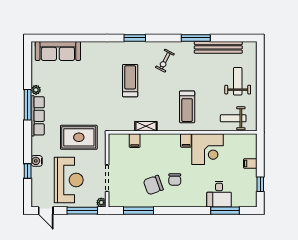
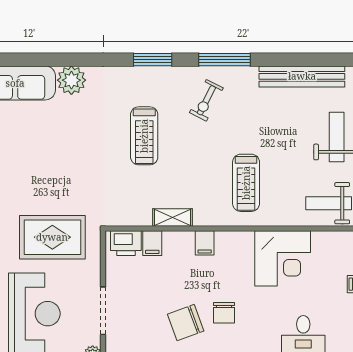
window: (196, 38) -> (225, 60), moved
plant: (89, 50) -> (71, 80), added
treadmill: (130, 81) -> (144, 136), turned 180
filing cabinet: (186, 140) -> (205, 243), moved
printer: (120, 141) -> (126, 243), added

